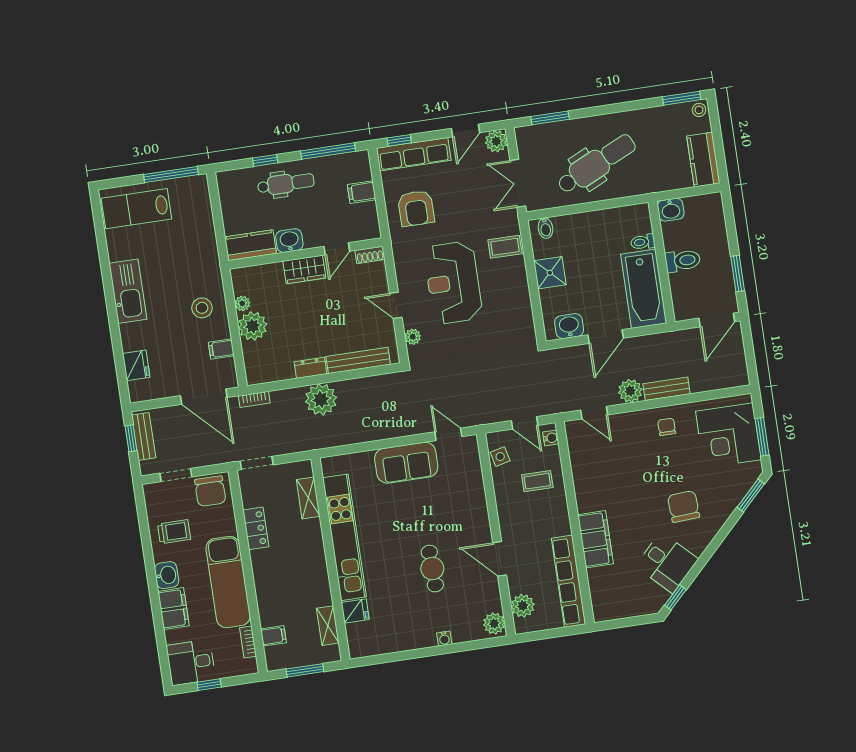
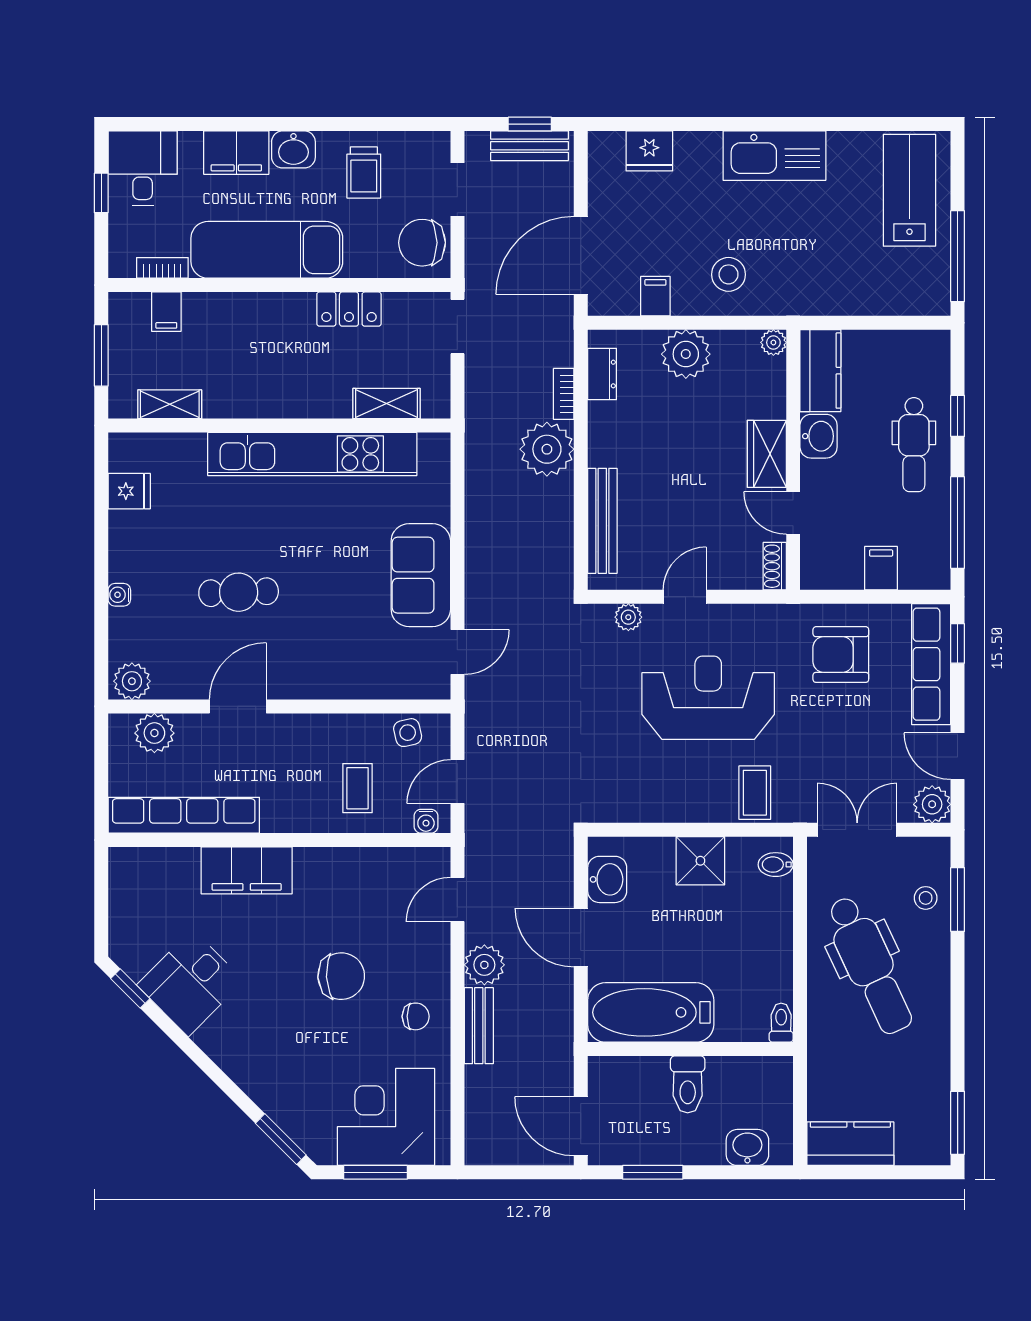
stool: (699, 110) -> (926, 898), moved
washbasin: (671, 210) -> (747, 1147), moved, turned 90
toilet: (643, 242) -> (781, 1023), moved
plant: (242, 303) -> (773, 342), moved
dresser: (311, 368) -> (602, 374), moved
bookcase: (254, 399) -> (564, 394), moved
chair: (684, 507) -> (341, 976), moved
fridge: (355, 611) -> (129, 491), moved, turned -90

